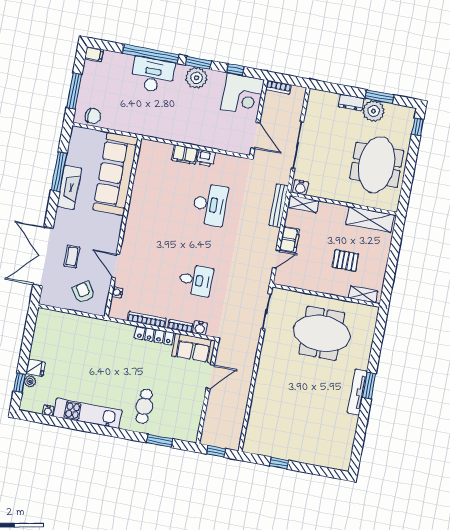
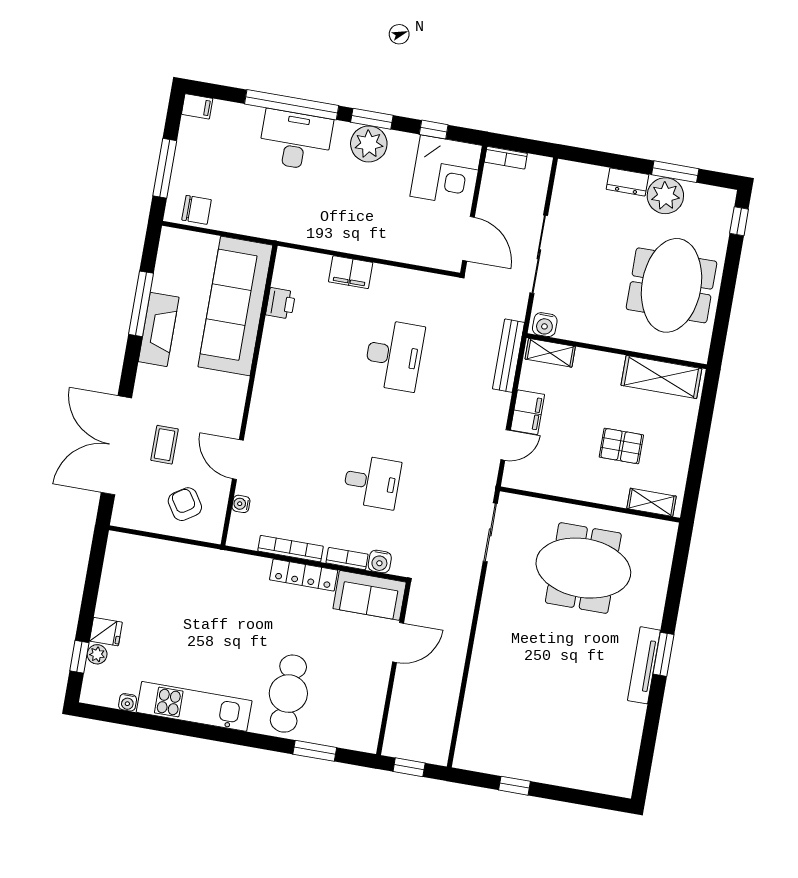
printer: (206, 158) -> (281, 303), moved, turned -90
cafe table: (144, 406) -> (288, 694), width x1.37, depth x1.35

